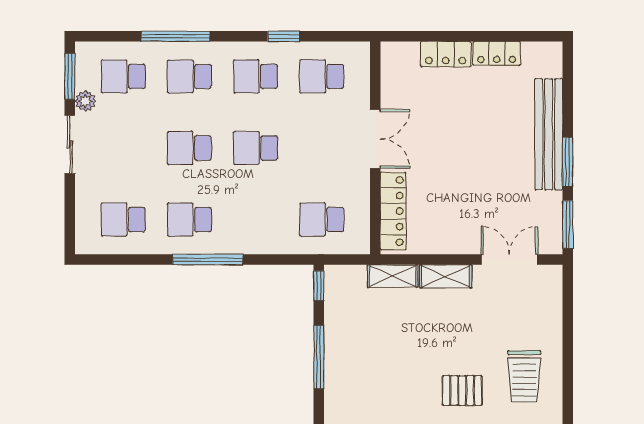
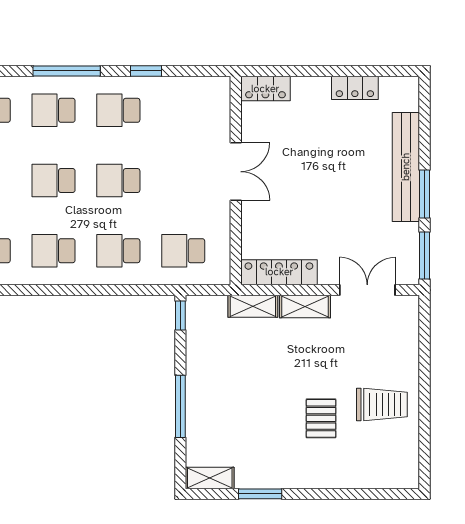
window: (176, 36) -> (67, 71), moved
locker: (446, 54) -> (265, 89), moved
school desk: (322, 76) -> (118, 251), moved
locker: (393, 211) -> (279, 272), moved, turned -90
window: (208, 260) -> (71, 290), removed
window: (319, 357) -> (180, 406), moved
trolley: (524, 376) -> (382, 405), turned -90
pallet: (462, 390) -> (321, 418), turned 90

